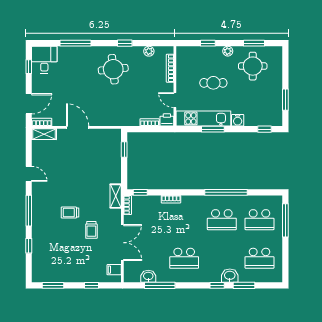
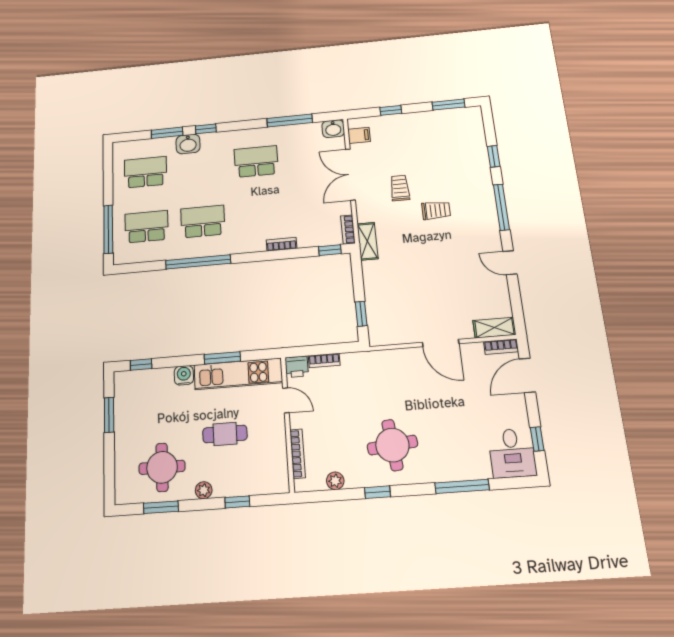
washbasin: (148, 276) -> (333, 129), moved

